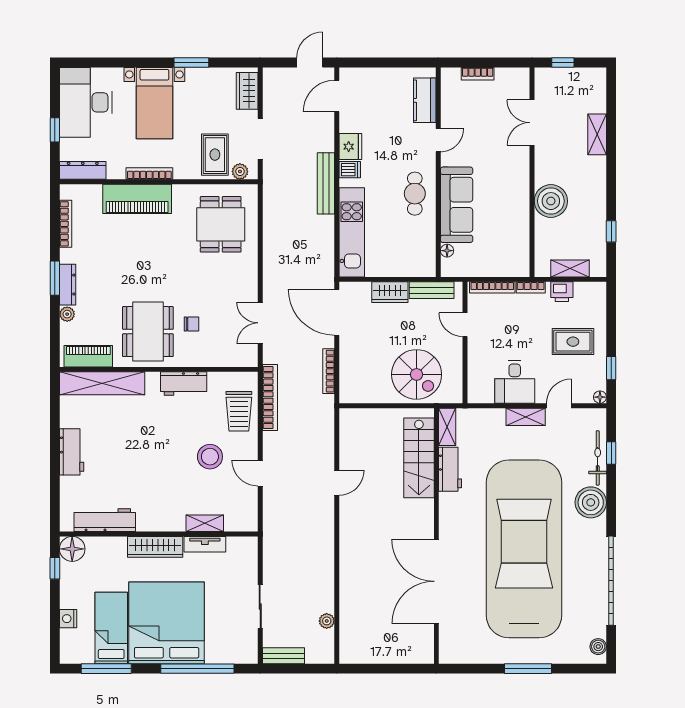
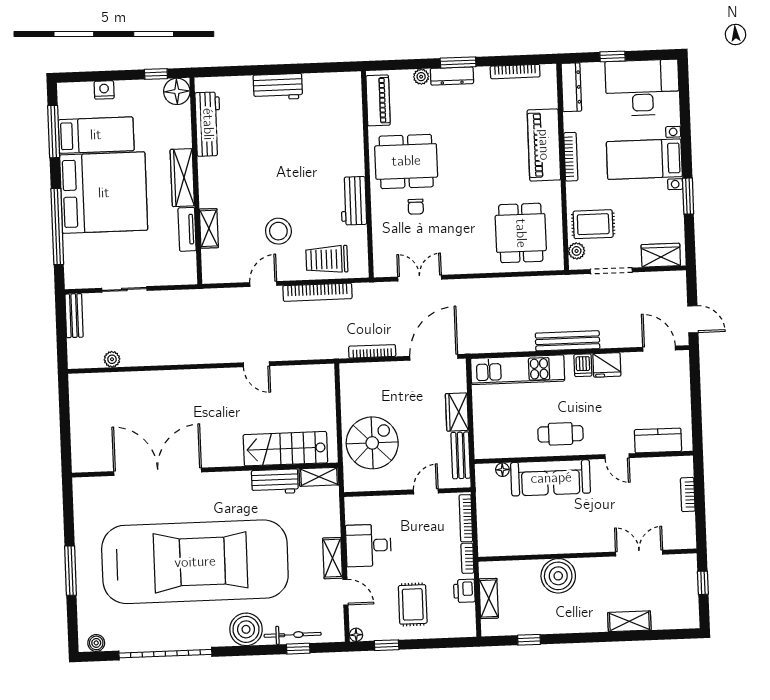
dining table: (221, 224) -> (521, 233), turned 90
spiral stairs: (417, 374) -> (372, 443), turned 180
shelving: (102, 383) -> (351, 116), removed
bookcase: (270, 397) -> (317, 292), moved

